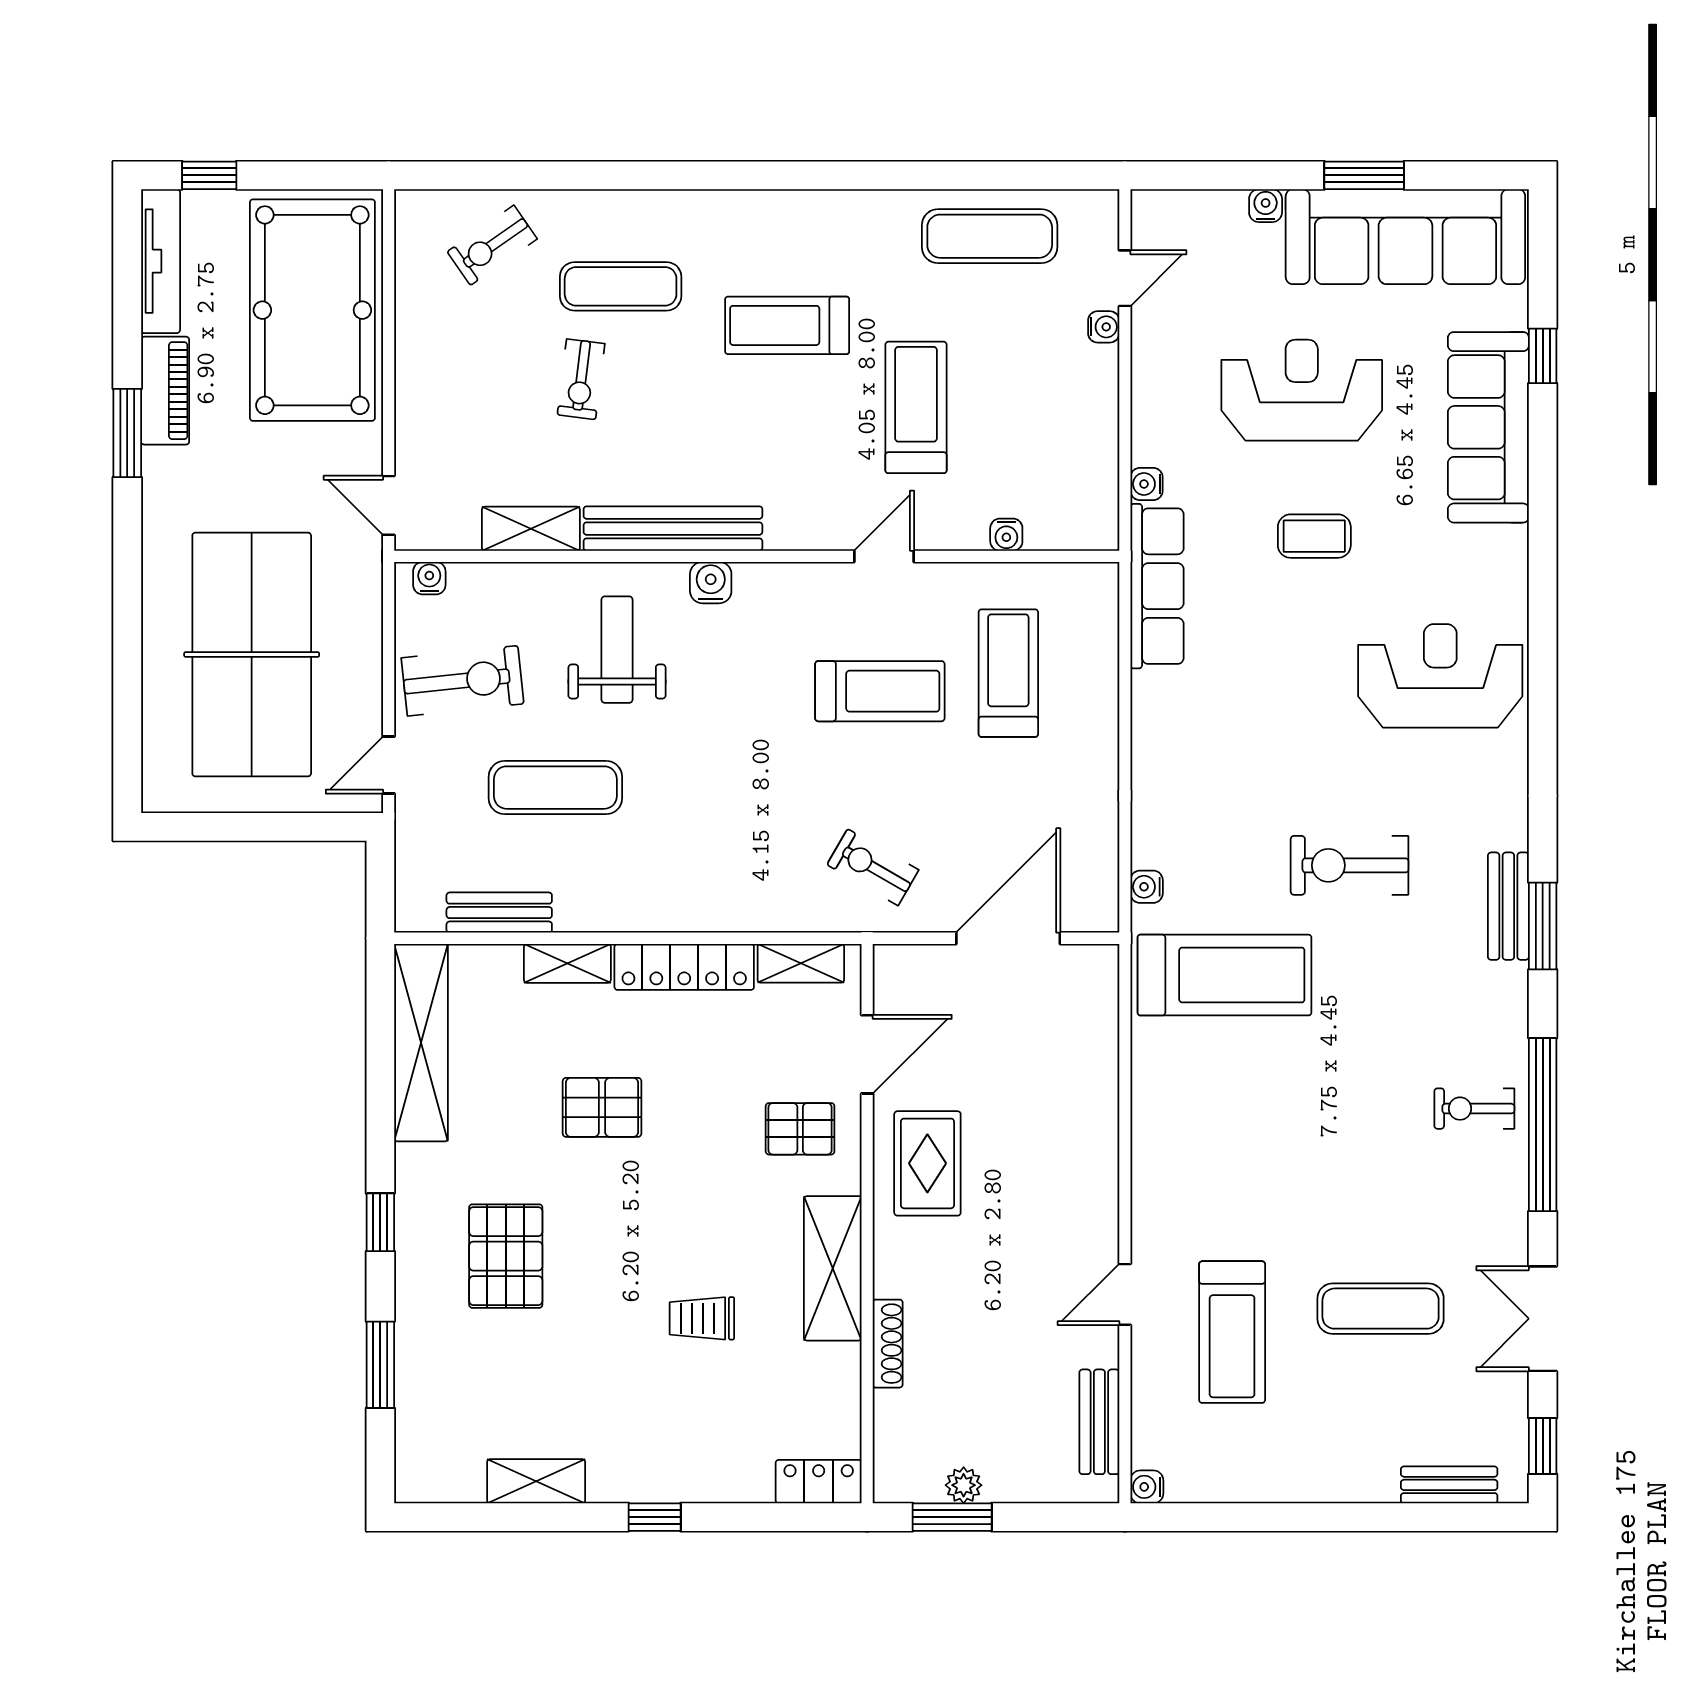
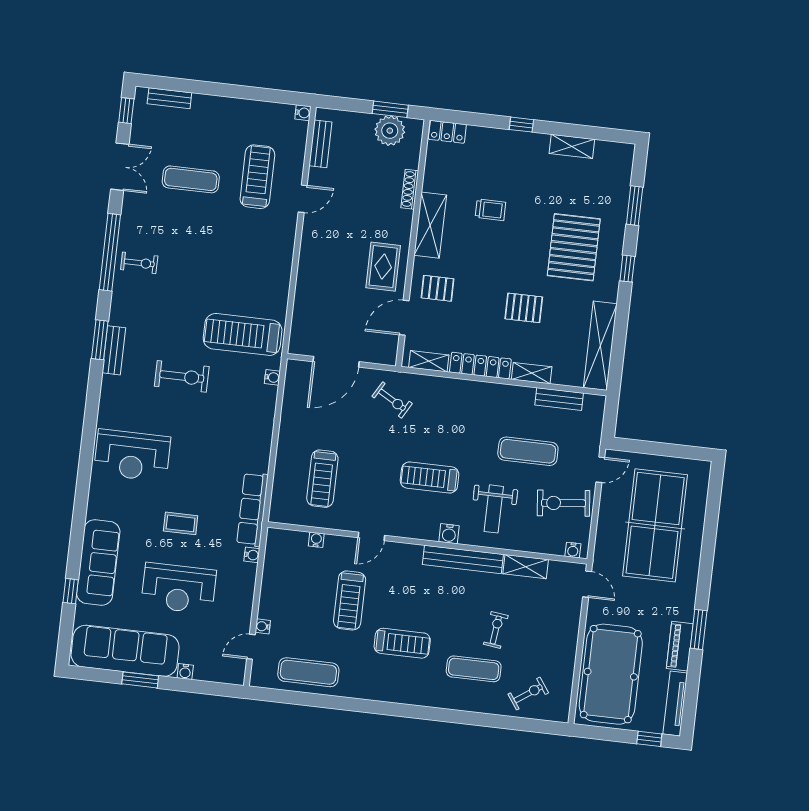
treadmill: (880, 691) -> (430, 478), moved
pallet: (506, 1256) -> (574, 247), width x1.37, depth x1.41
plant: (964, 1485) -> (390, 131), width x1.88, depth x1.88

